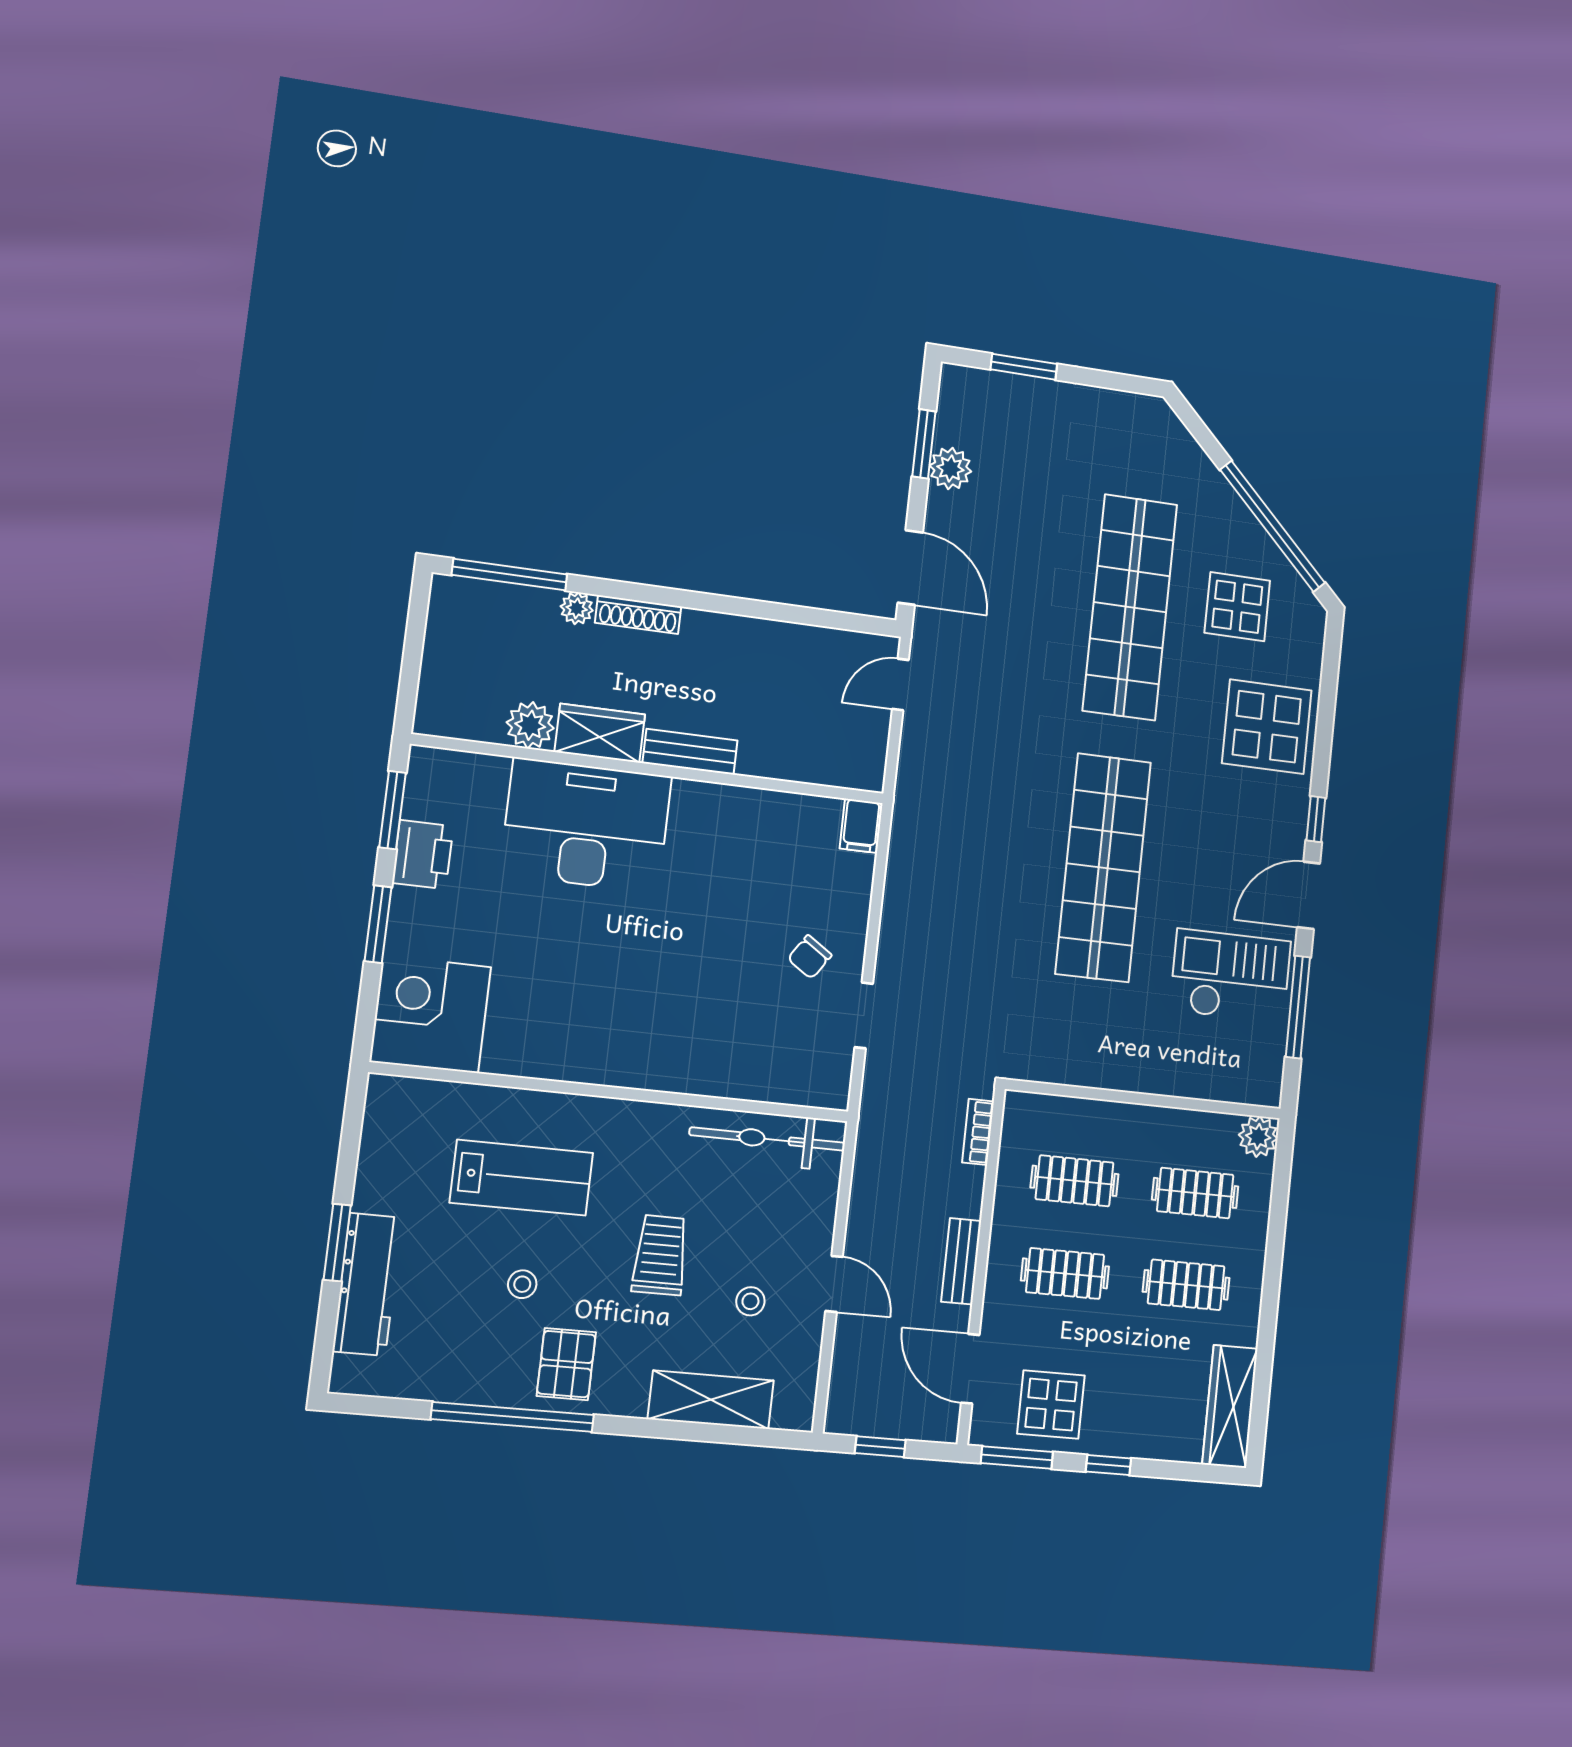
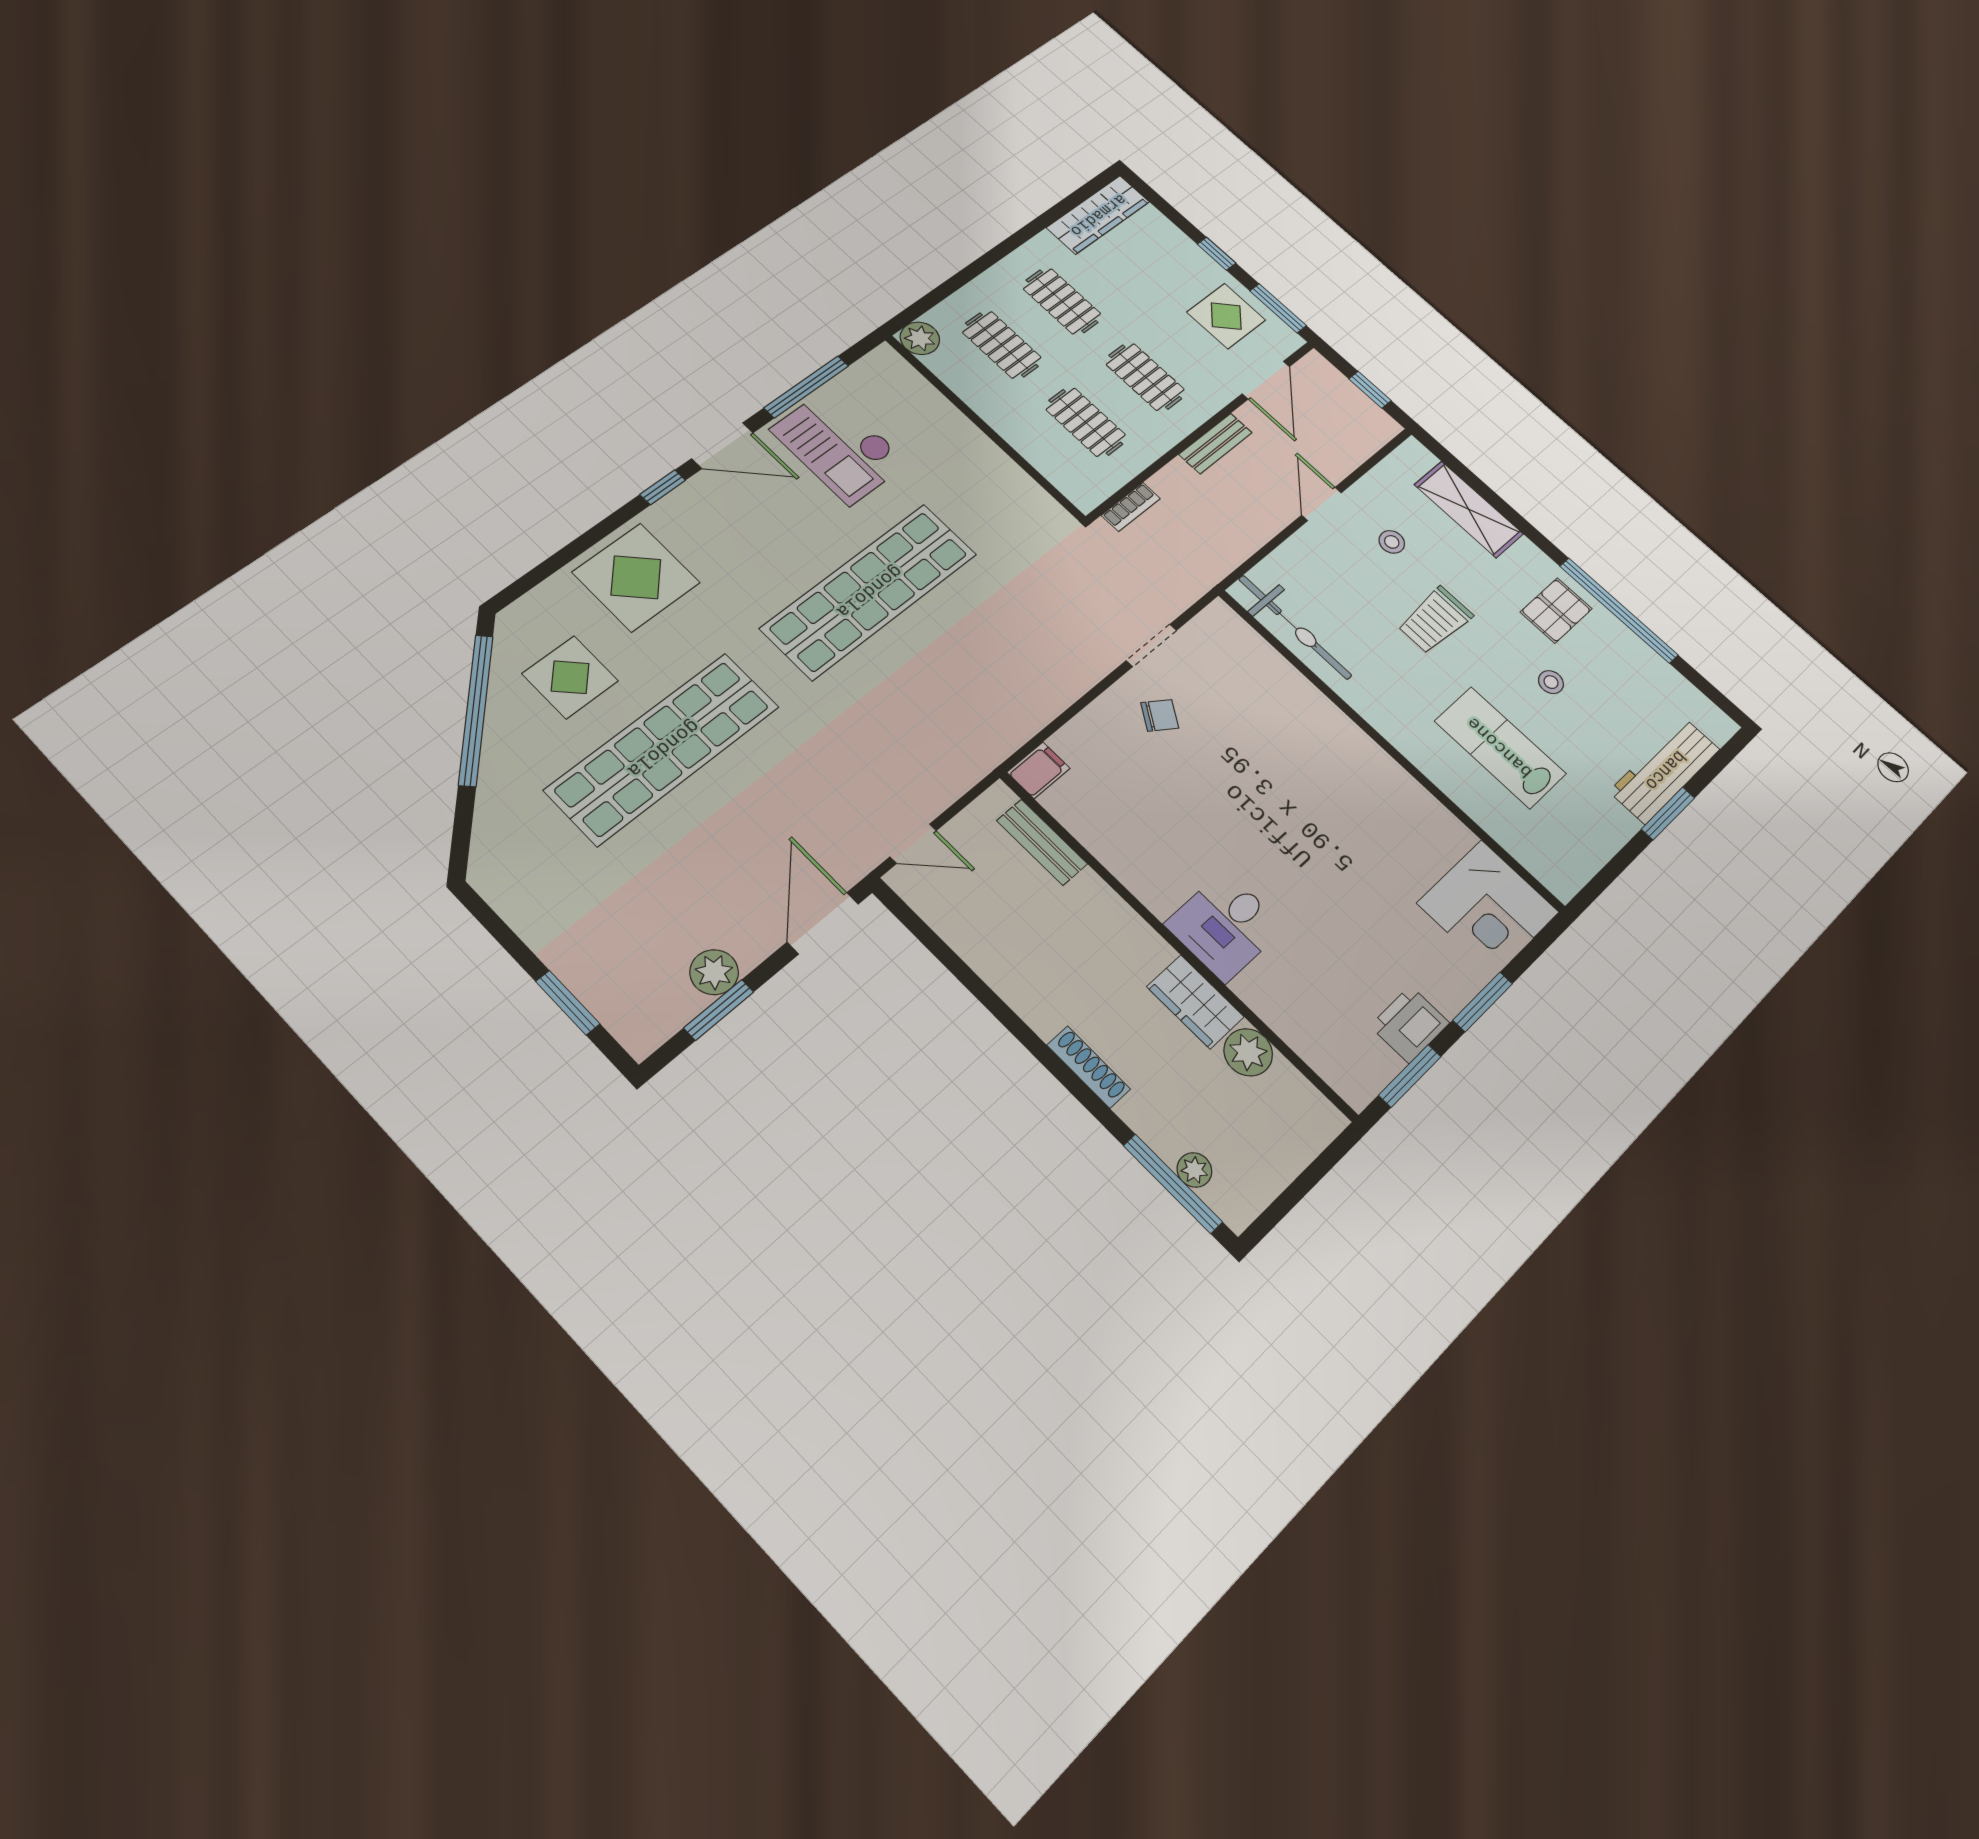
plant: (577, 608) -> (1194, 1170), moved
bench: (690, 752) -> (1042, 842), moved
desk: (586, 825) -> (1225, 926), width x0.53, depth x0.77

